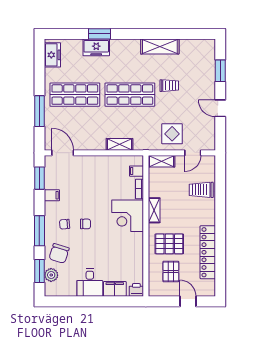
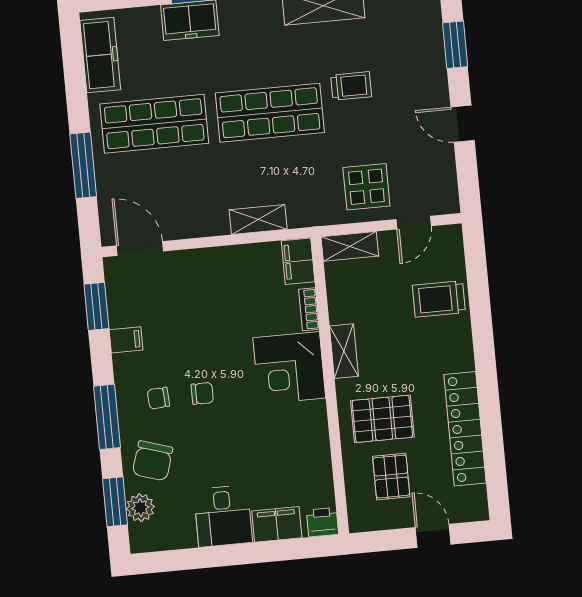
freezer: (52, 55) -> (100, 55), width x1.40
filing cabinet: (136, 171) -> (298, 261), width x2.00

